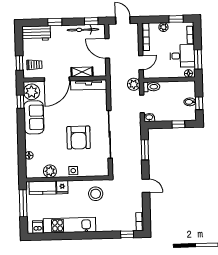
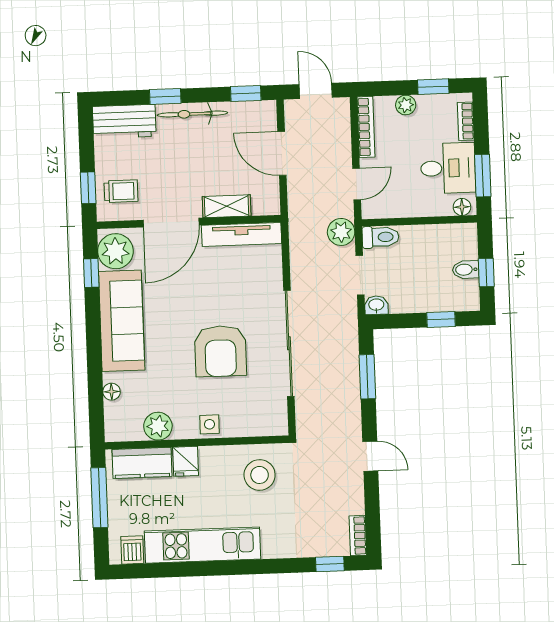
bicycle: (83, 30) -> (192, 114), moved
sofa: (34, 117) -> (122, 321), width x1.36

